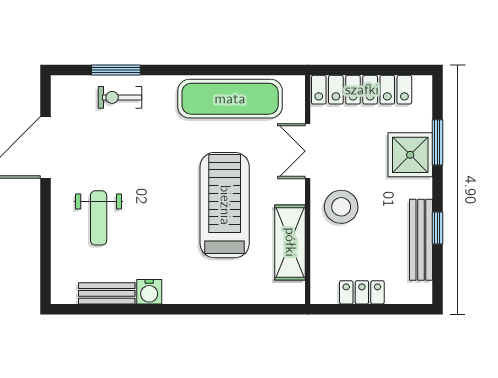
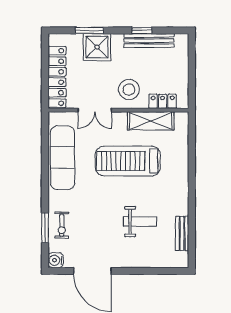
weight bench: (99, 218) -> (140, 222), moved
water cooler: (149, 292) -> (56, 260), moved, turned 180
locker: (362, 292) -> (163, 101), moved, turned 90

